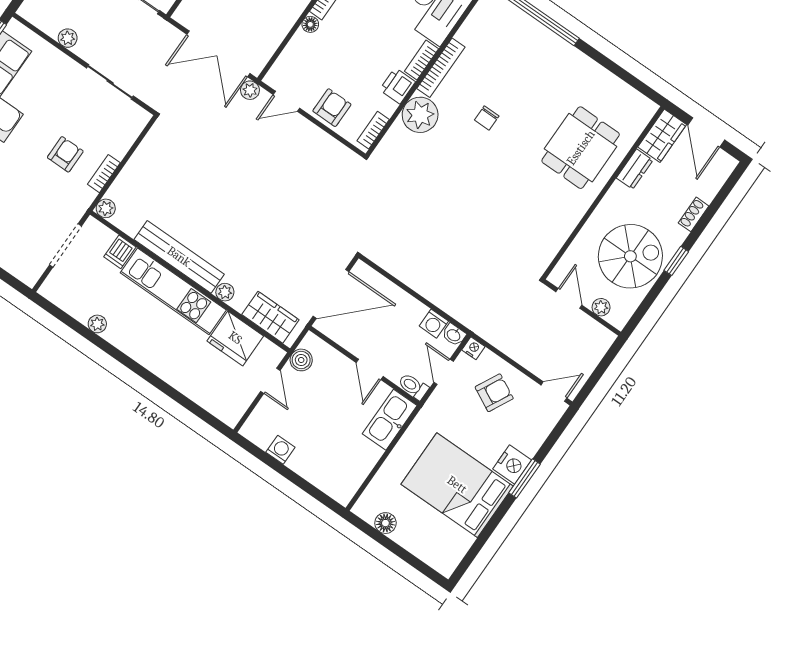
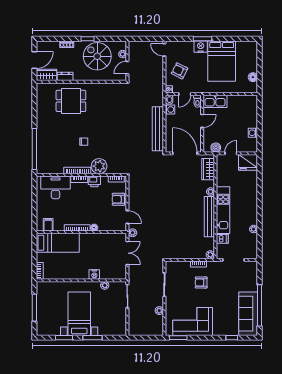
double door: (218, 54) -> (127, 253), width x0.73
bench: (413, 275) -> (158, 129), added
fridge: (235, 338) -> (248, 162), moved, turned 90

